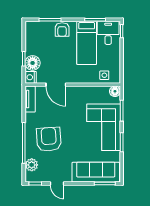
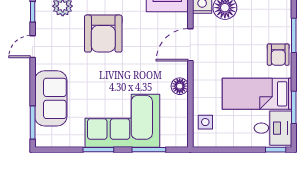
armchair: (62, 29) -> (278, 55), turned -90
floor lamp: (115, 91) -> (180, 86), moved
armchair: (49, 139) -> (103, 34), turned 94
sofa: (96, 172) -> (51, 98), width x0.73

